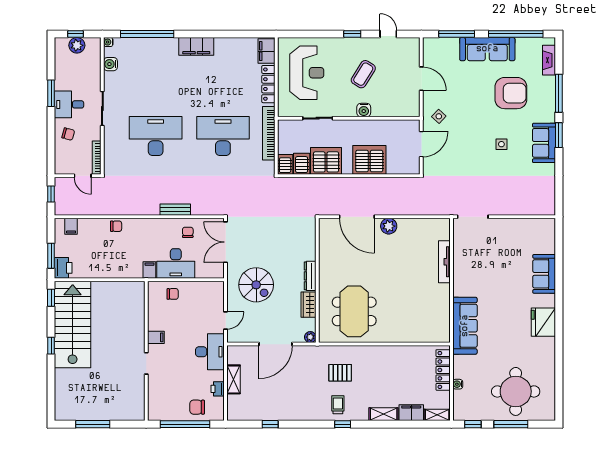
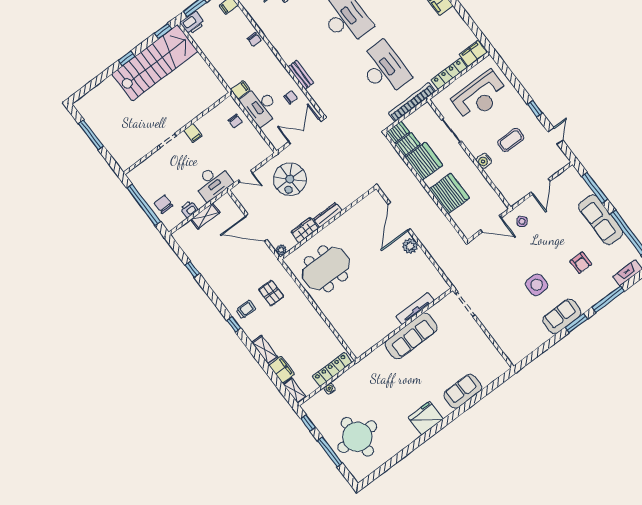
coffee table: (363, 74) -> (511, 140), turned -32
armchair: (511, 93) -> (581, 263), width x0.53, depth x0.53
side table: (501, 144) -> (537, 285), width x1.87, depth x1.87
sofa: (465, 326) -> (411, 336), moved

